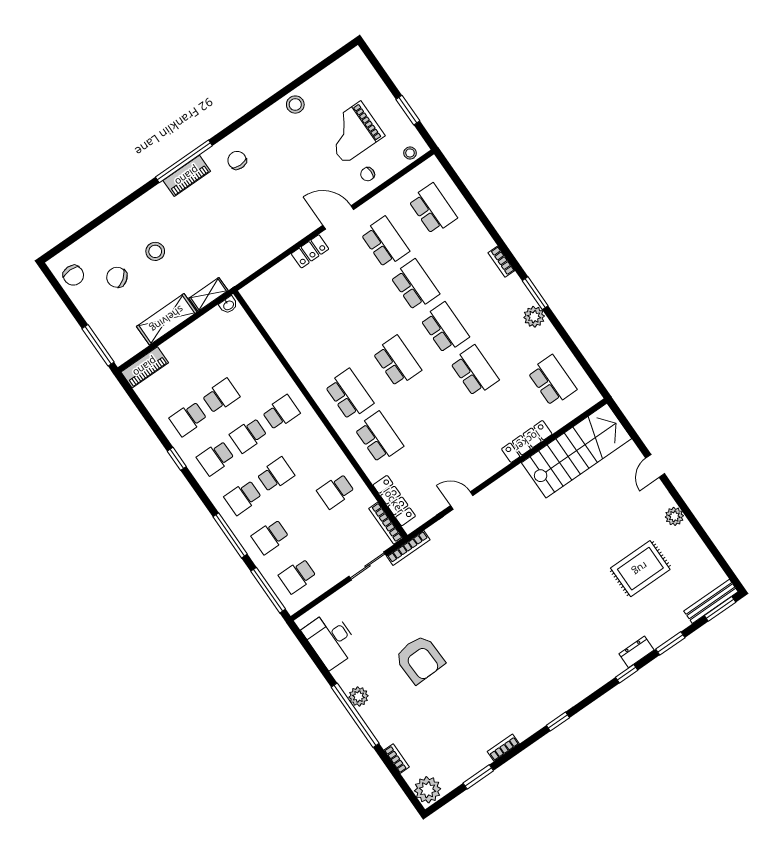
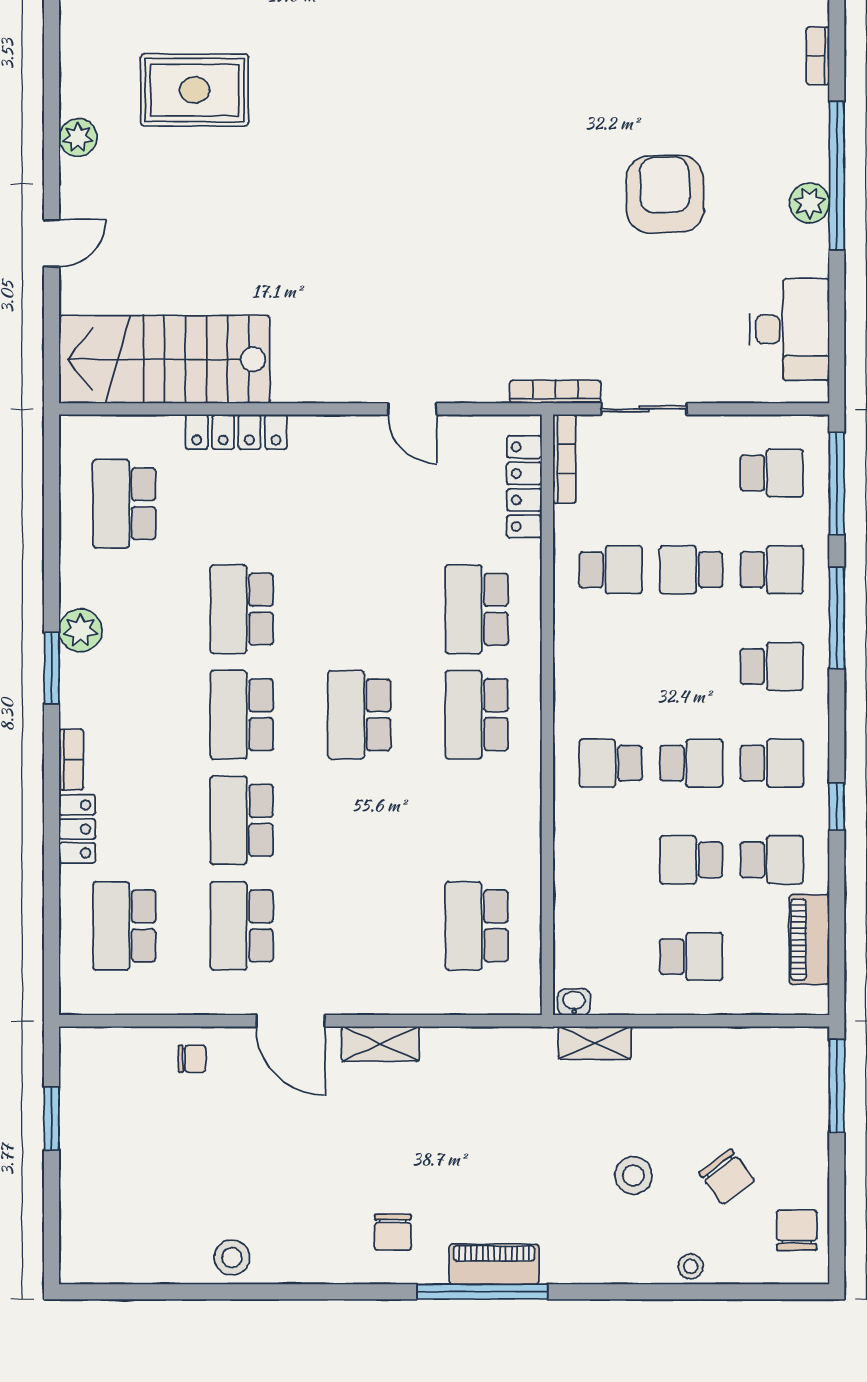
grand piano: (352, 132) -> (169, 1146), removed
stool: (410, 153) -> (691, 1266), moved
locker: (310, 251) -> (77, 829), moved, turned 90
school desk: (290, 309) -> (477, 926), added
shelving: (167, 319) -> (380, 1044), moved, width x0.67, depth x0.75
school desk: (194, 357) -> (691, 957), added
piano: (145, 367) -> (809, 940), moved, turned -90
school desk: (276, 475) -> (691, 570), moved

